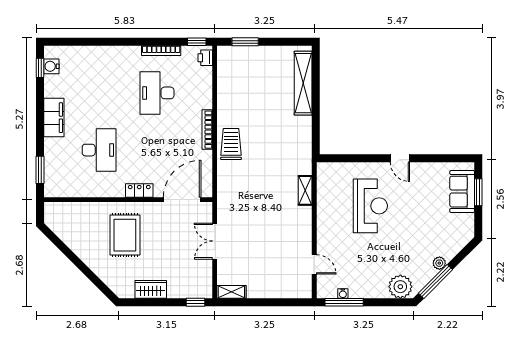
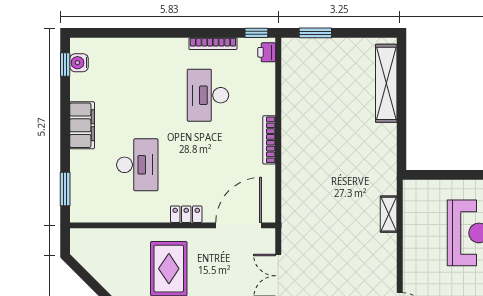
trolley: (231, 144) -> (298, 158), removed

